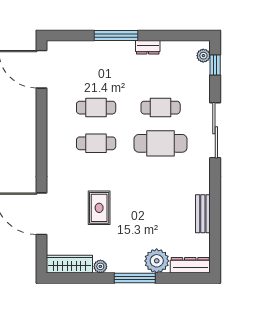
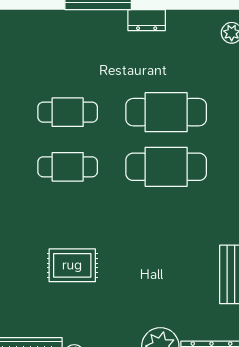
cafe table: (161, 108) -> (166, 112), width x1.37, depth x1.35
rug: (99, 208) -> (72, 265), turned 90

